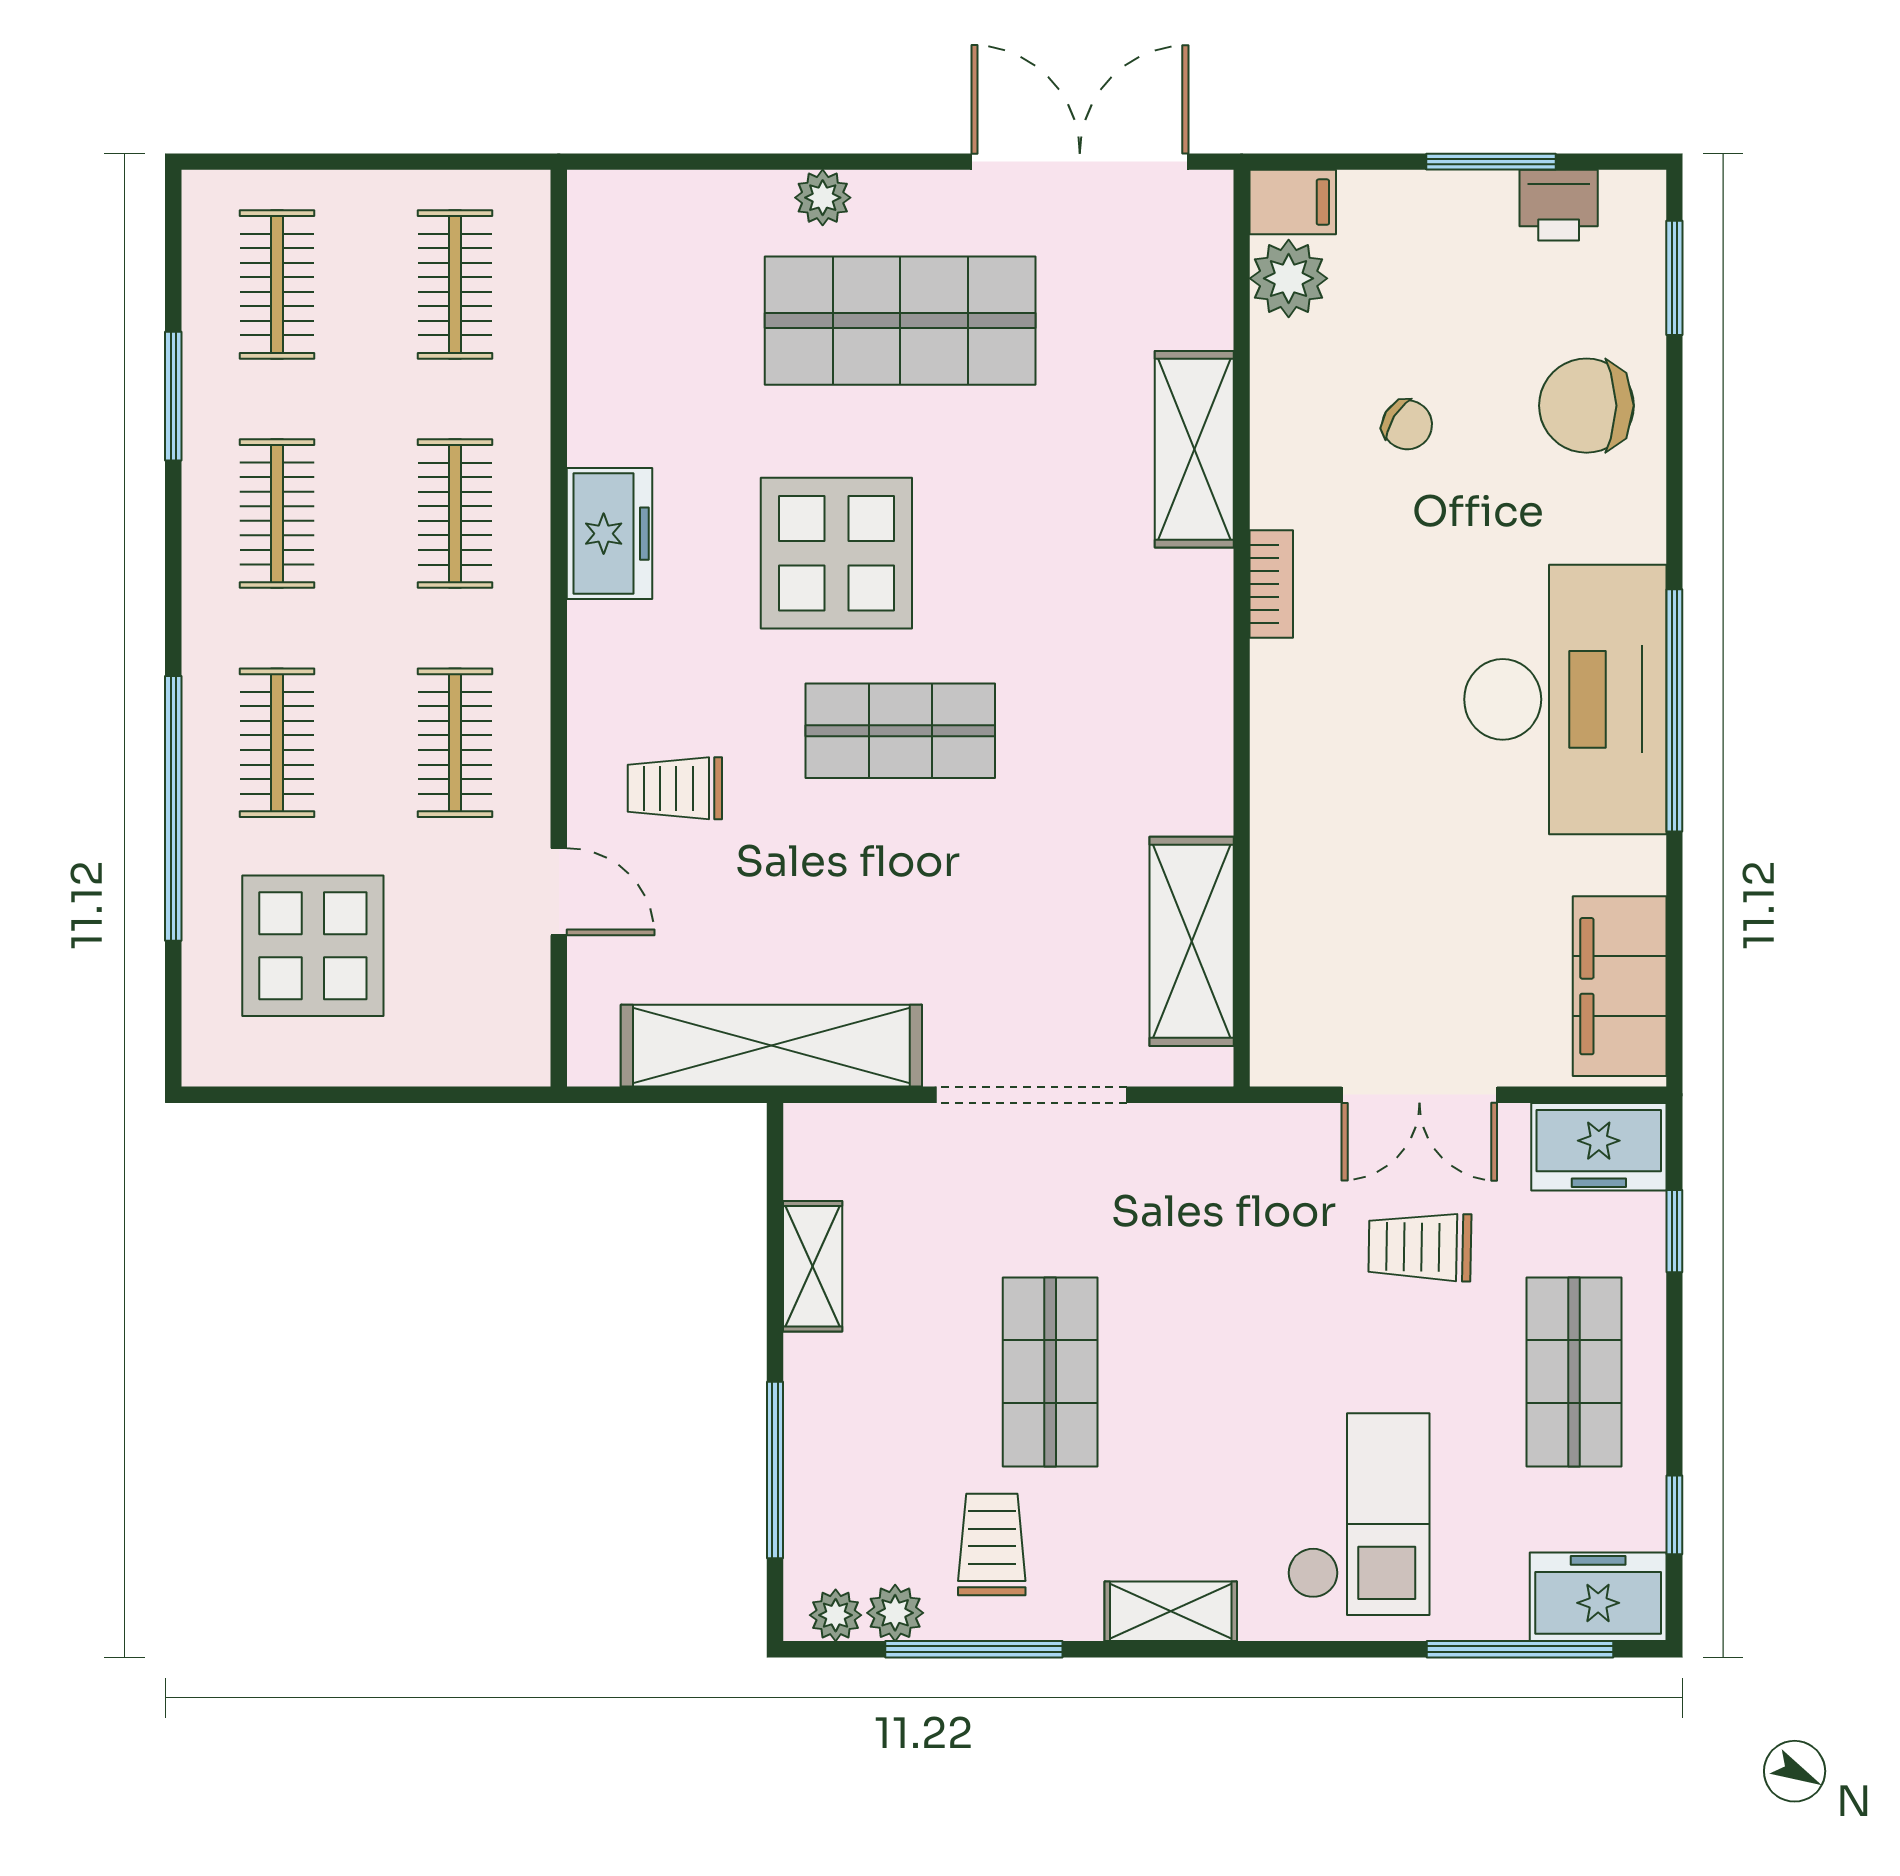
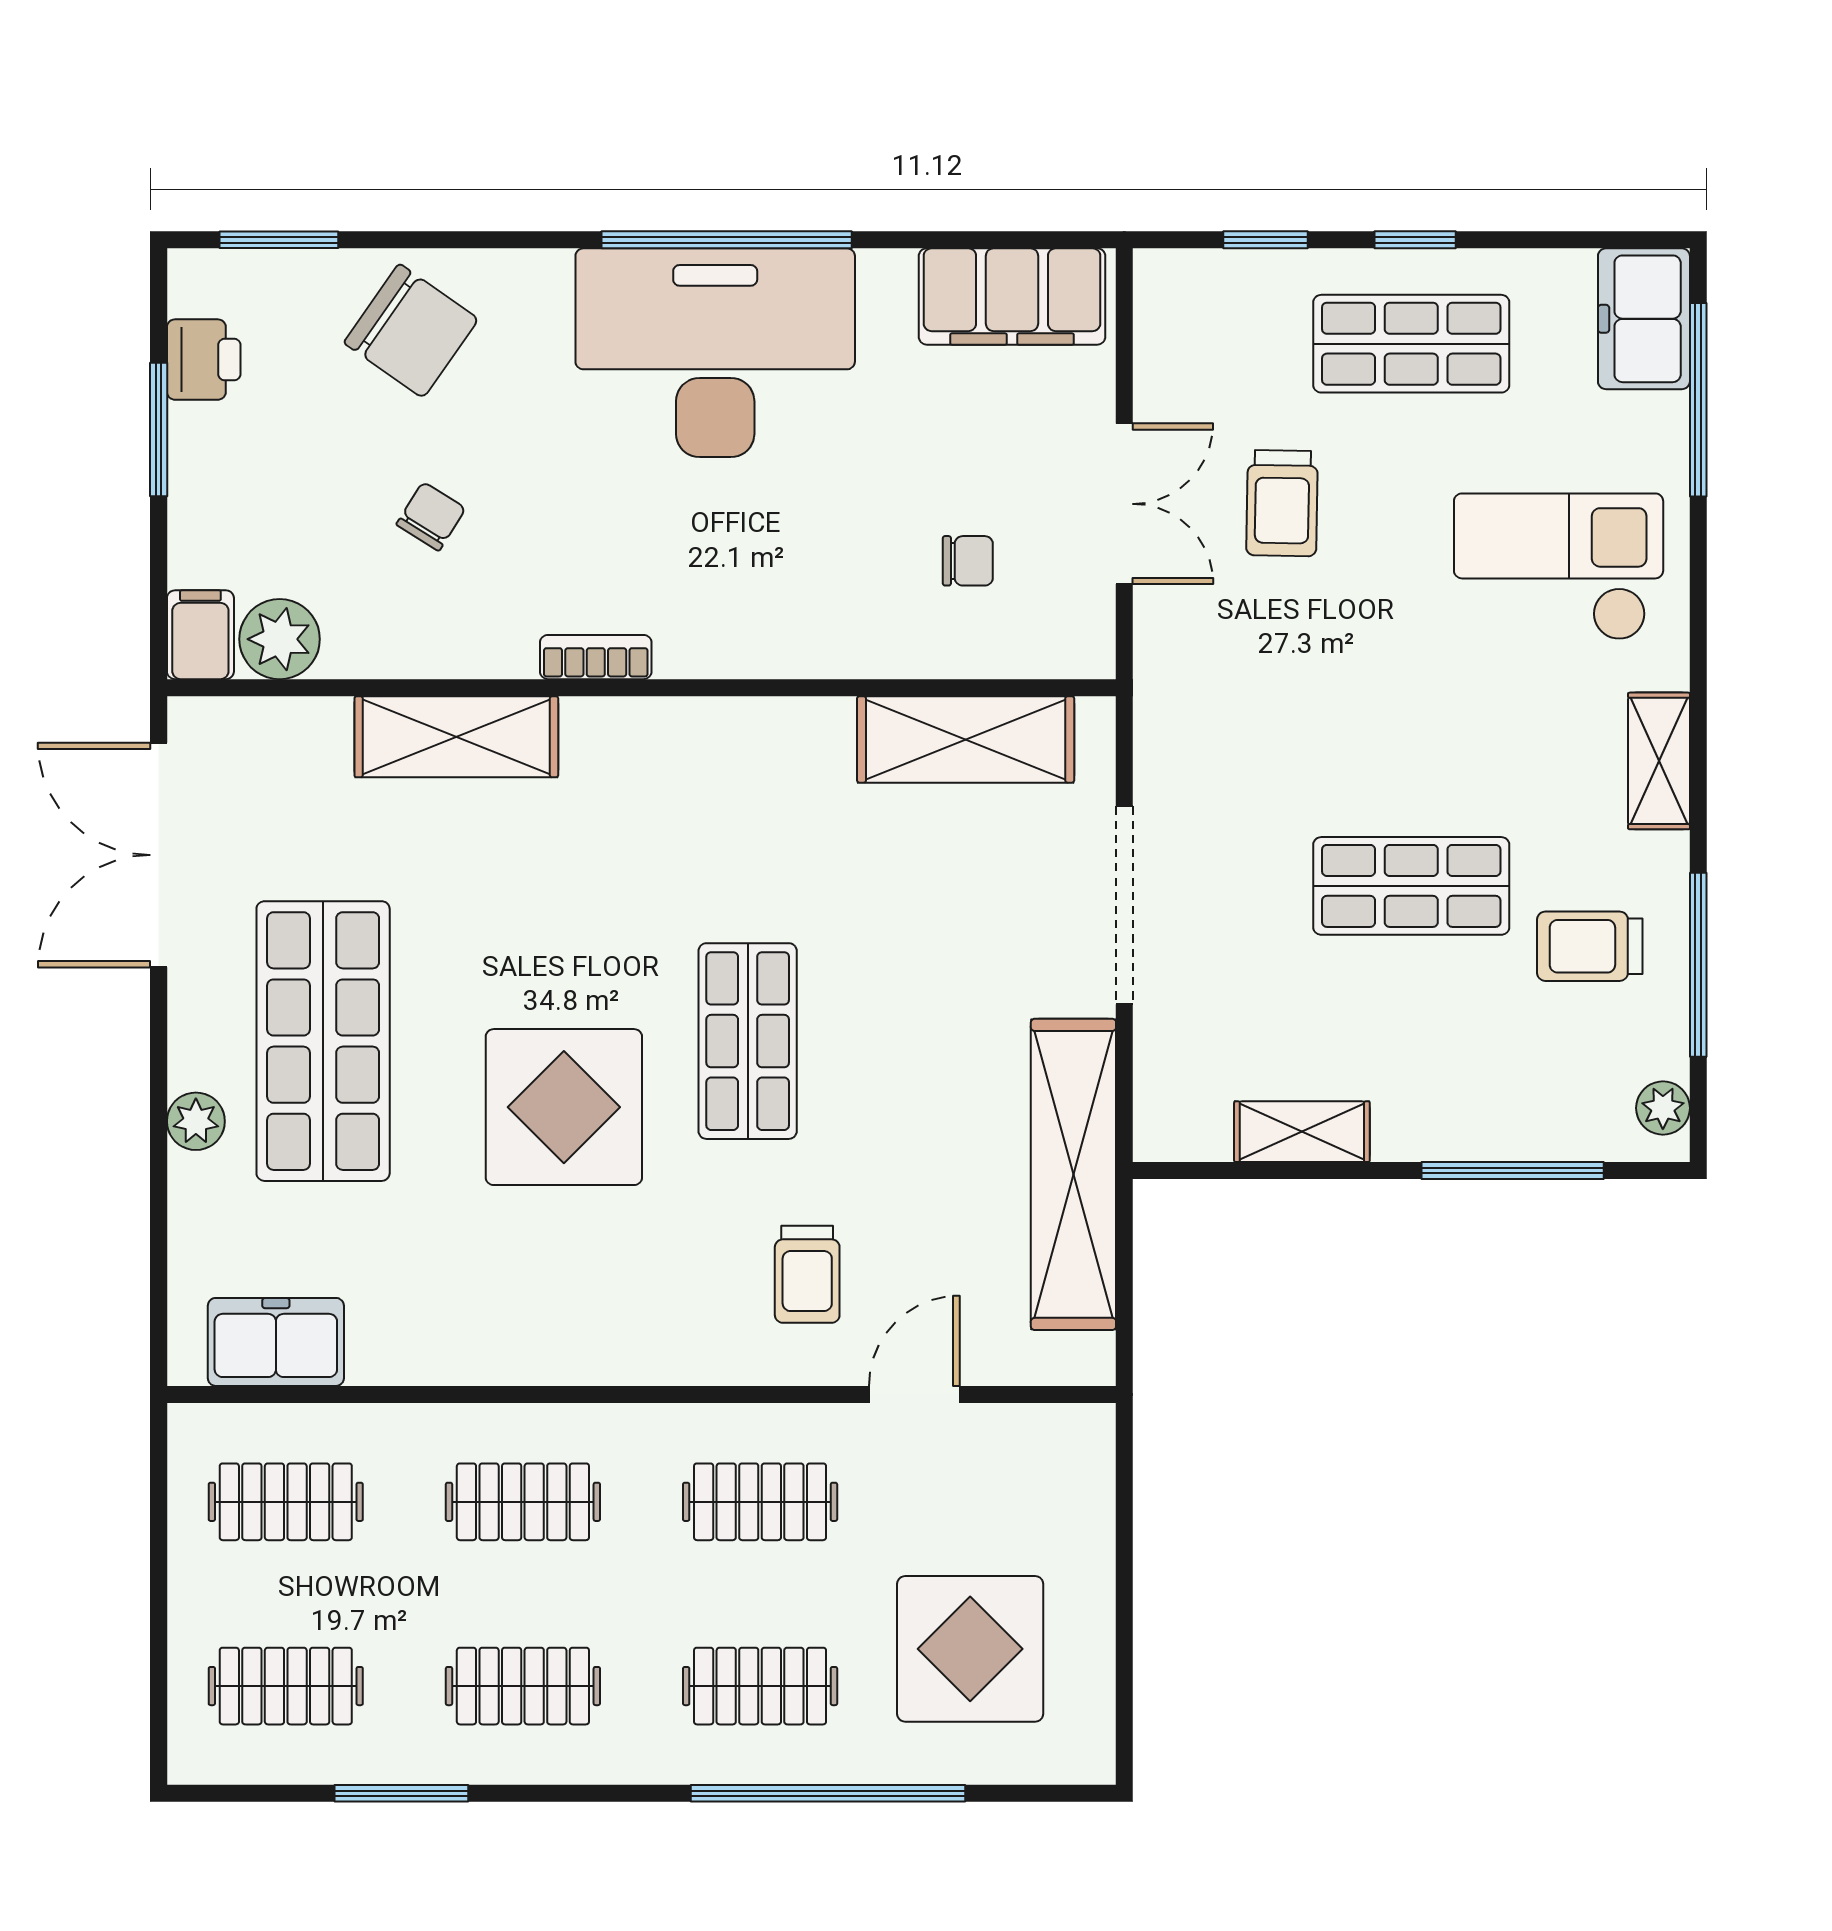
chair: (1586, 406) -> (411, 331), turned -55
freezer: (610, 534) -> (276, 1342), moved
chair: (1364, 943) -> (968, 561), added
freezer: (1599, 1147) -> (1178, 318), removed
window: (1674, 1515) -> (1415, 240), moved
plant: (895, 1613) -> (1661, 1046), removed

